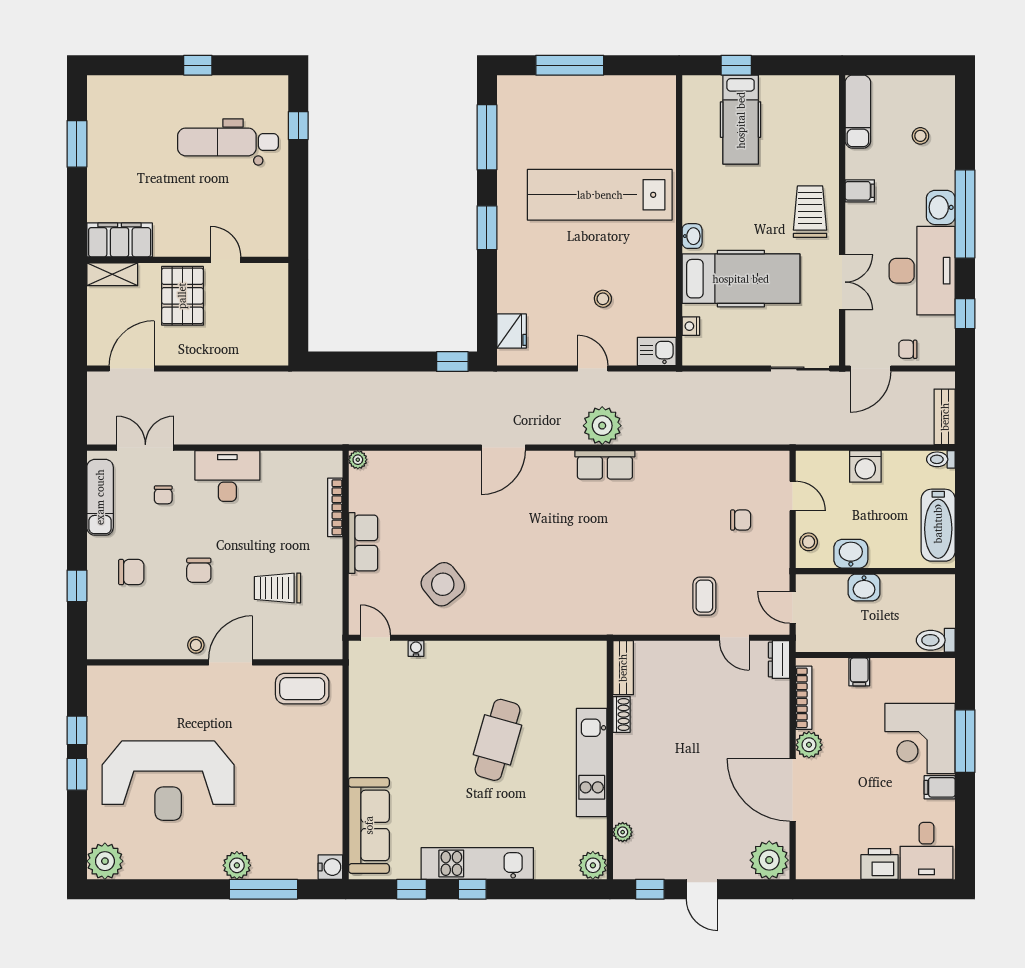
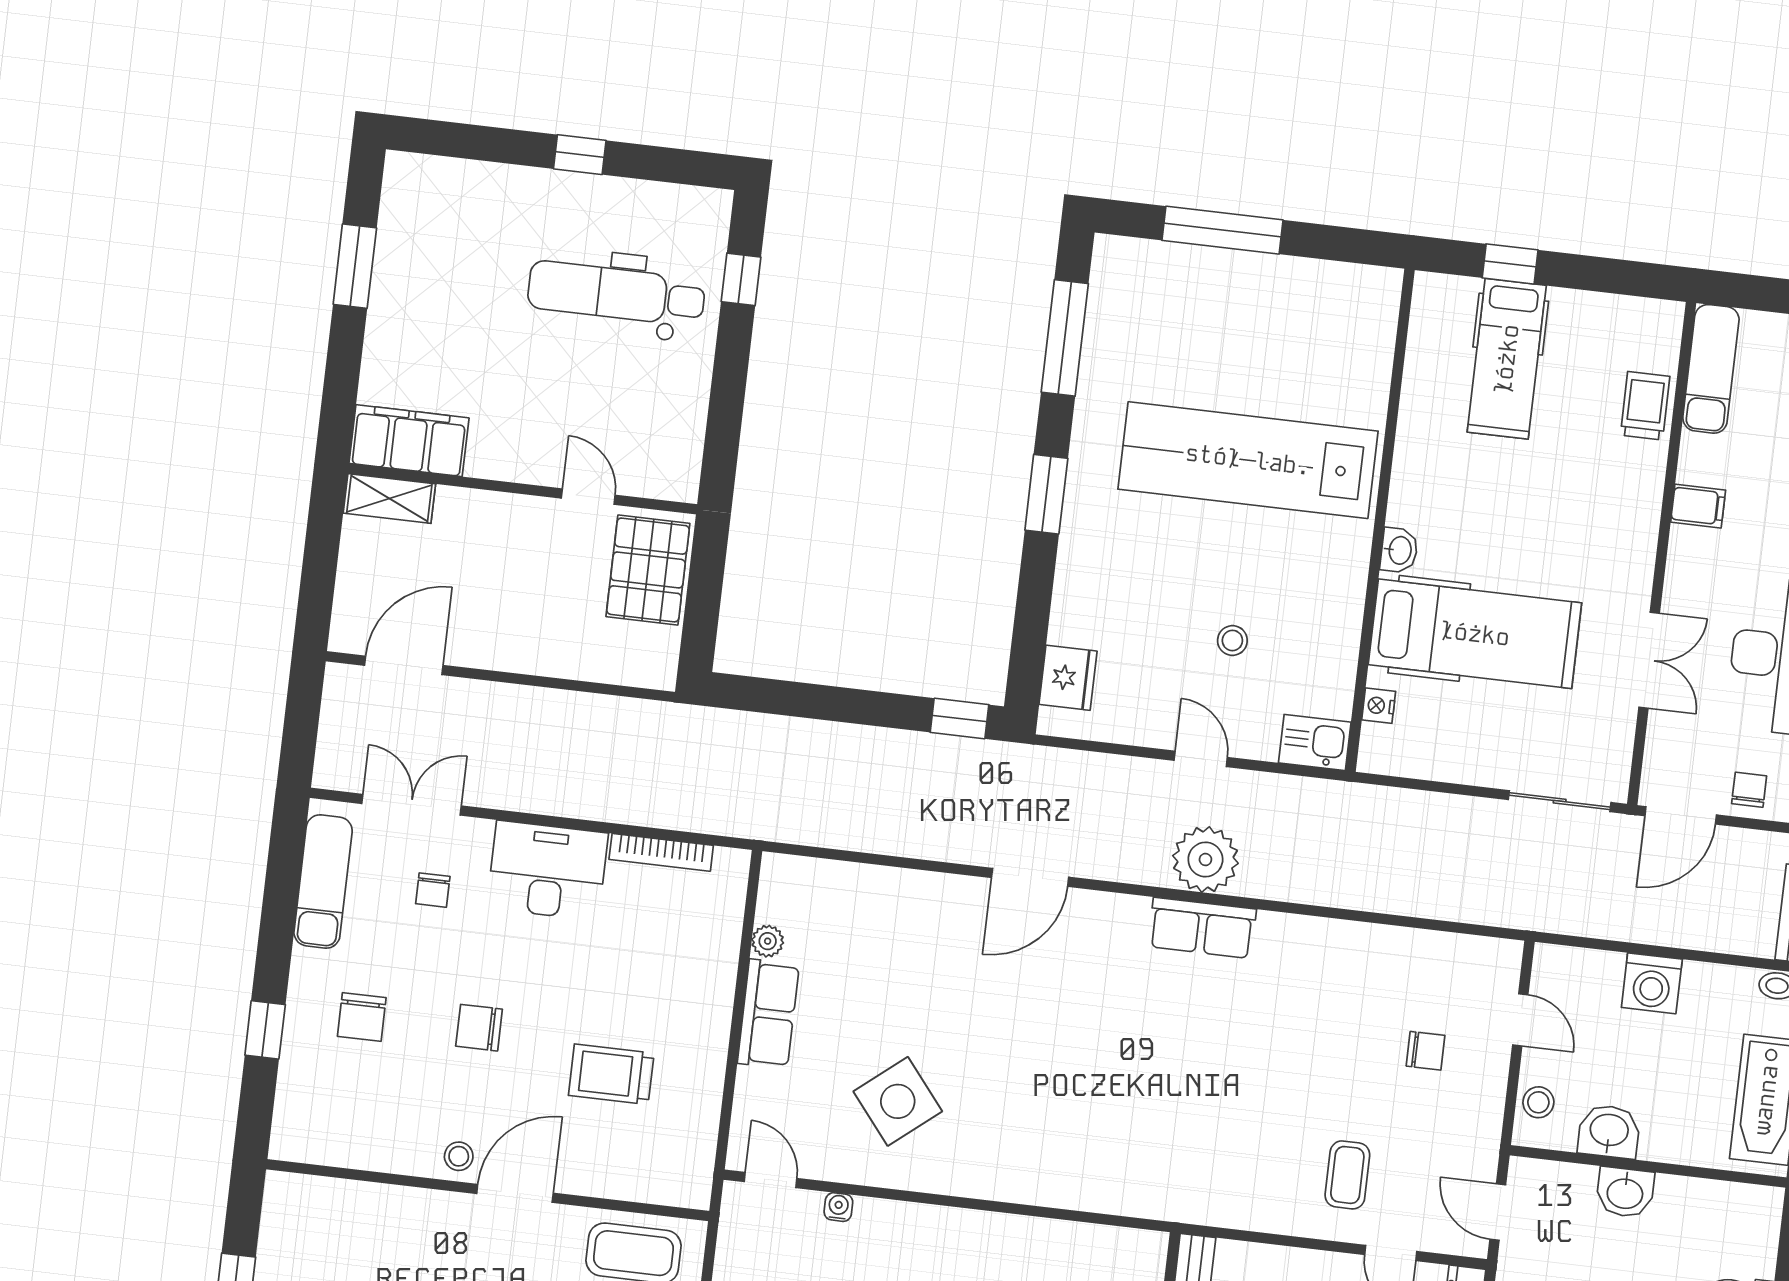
trolley: (810, 212) -> (1645, 406), moved, width x0.73, depth x0.72
pallet: (182, 296) -> (648, 570), moved
chair: (908, 349) -> (1749, 790), turned 90
plant: (358, 460) -> (768, 941), moved
bookcase: (335, 507) -> (661, 852), moved, turned -90
chair: (199, 570) -> (479, 1028), turned 90
chair: (131, 572) -> (362, 1017), turned 90

